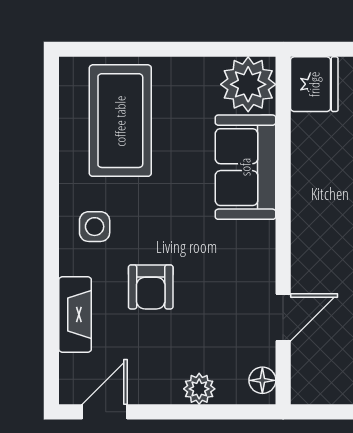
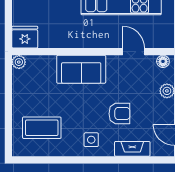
plant: (248, 84) -> (19, 62), width x0.53, depth x0.53
coffee table: (120, 121) -> (42, 128), width x0.73, depth x0.76
sofa: (245, 167) -> (81, 69), moved

